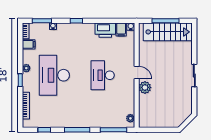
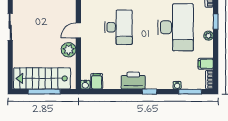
printer: (105, 30) -> (133, 81), moved
door: (137, 73) -> (78, 30), hinge flipped
plant: (145, 87) -> (69, 50), moved

